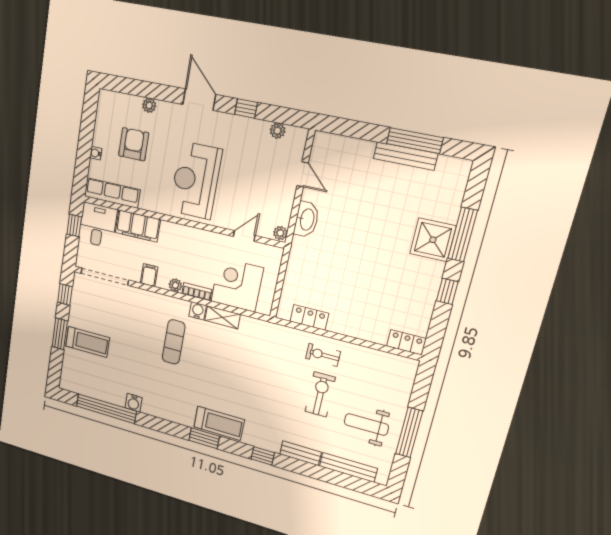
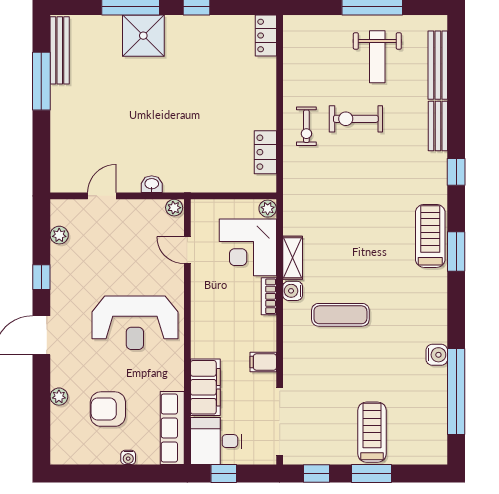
bench: (405, 156) -> (60, 50), moved
washbasin: (307, 219) -> (152, 184), width x0.52, depth x0.69
plant: (175, 285) -> (268, 209), moved

